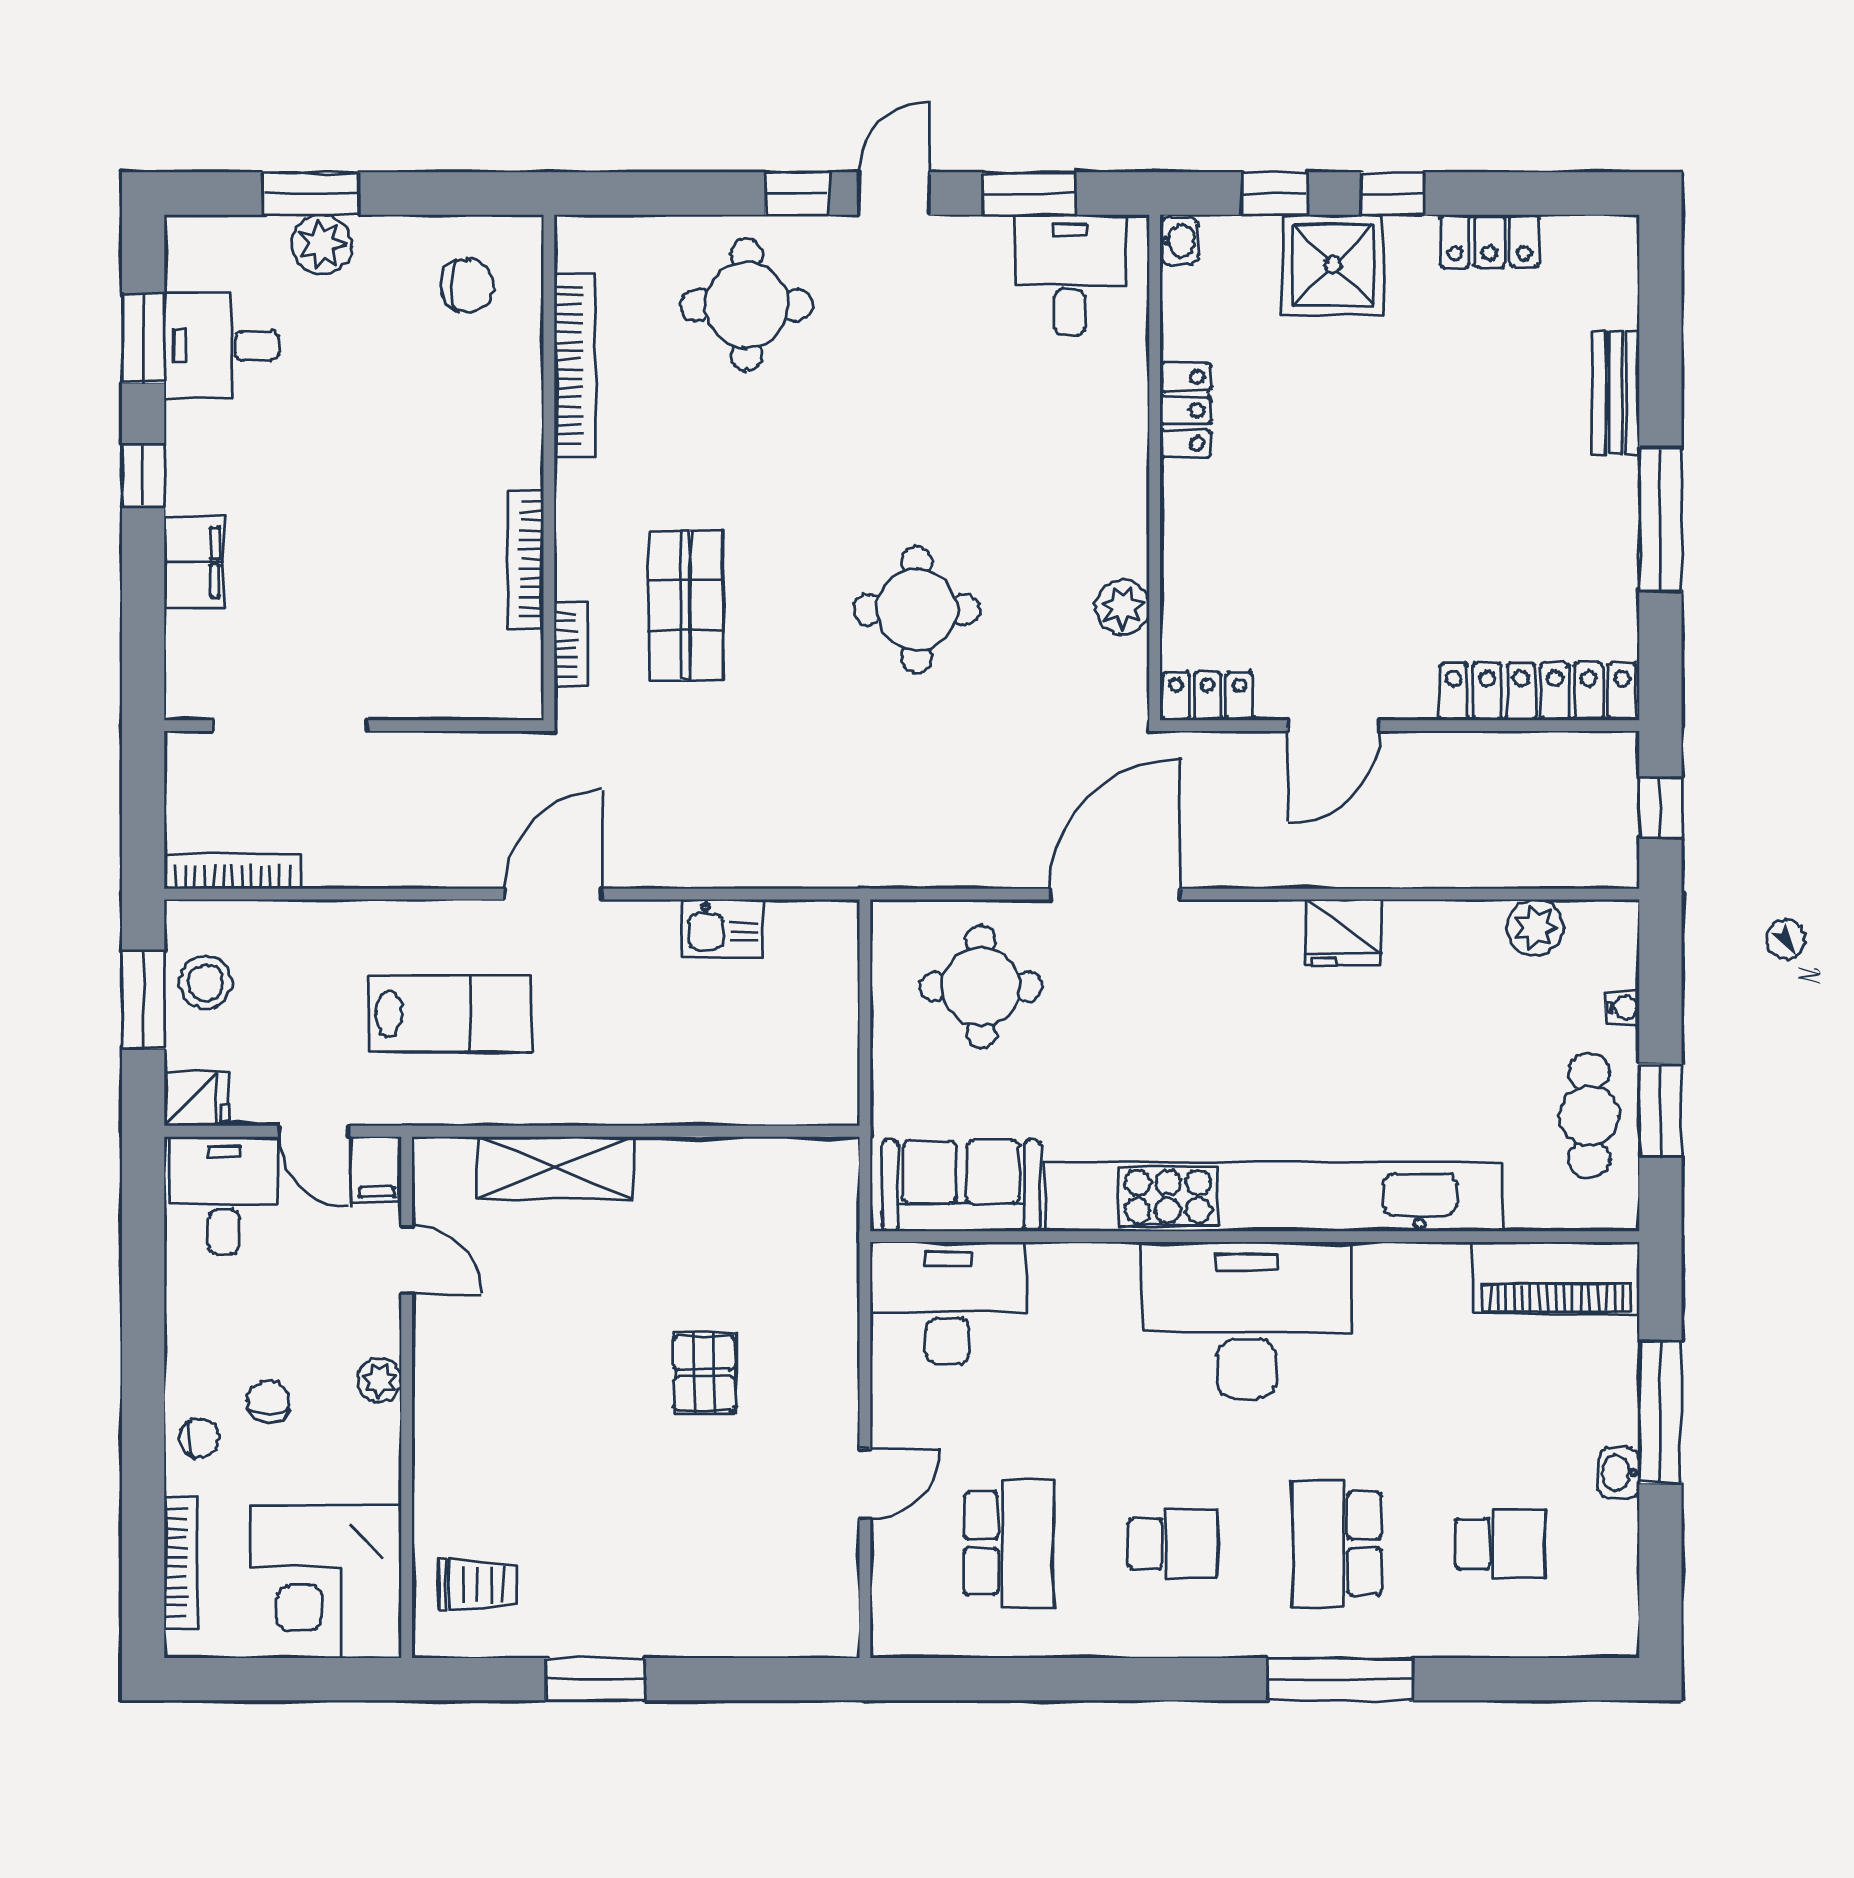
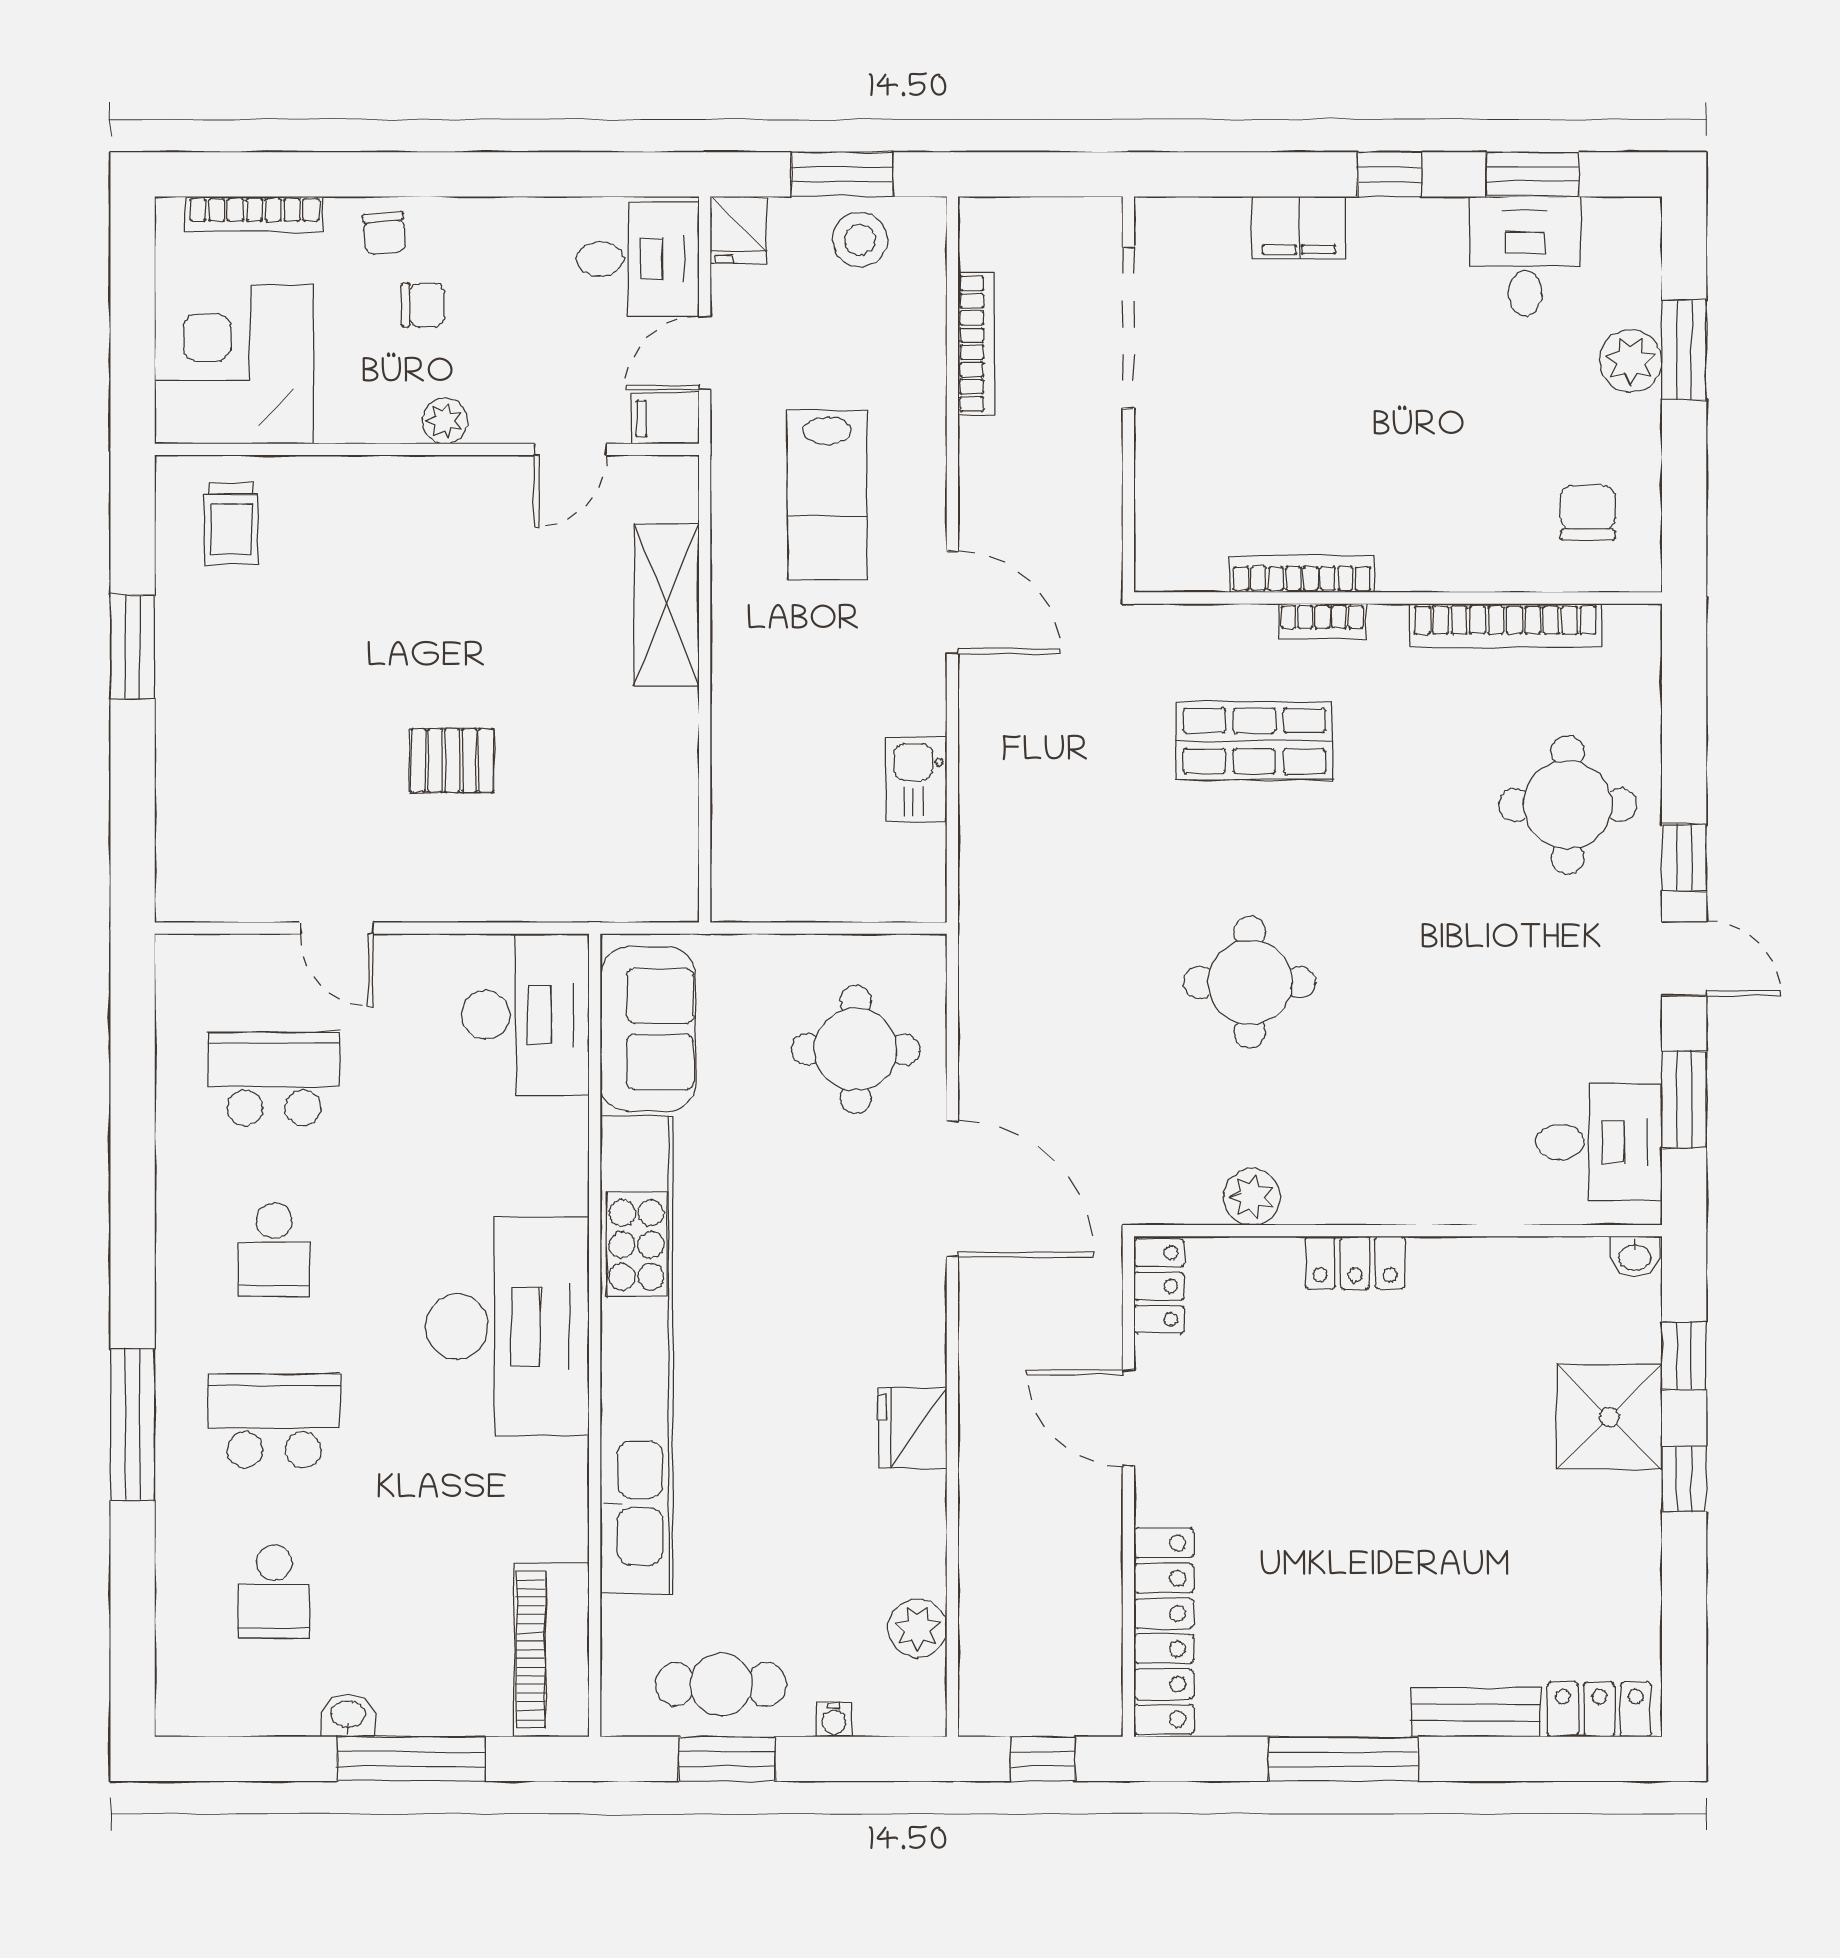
locker: (1490, 241) -> (1599, 1709), moved, turned 90
chair: (467, 286) -> (1588, 513), turned 180
locker: (1185, 410) -> (1355, 1263), moved
bookcase: (571, 644) -> (1322, 621), moved
bookcase: (233, 871) -> (976, 344), moved
school desk: (1009, 1544) -> (274, 1079), turned 180

